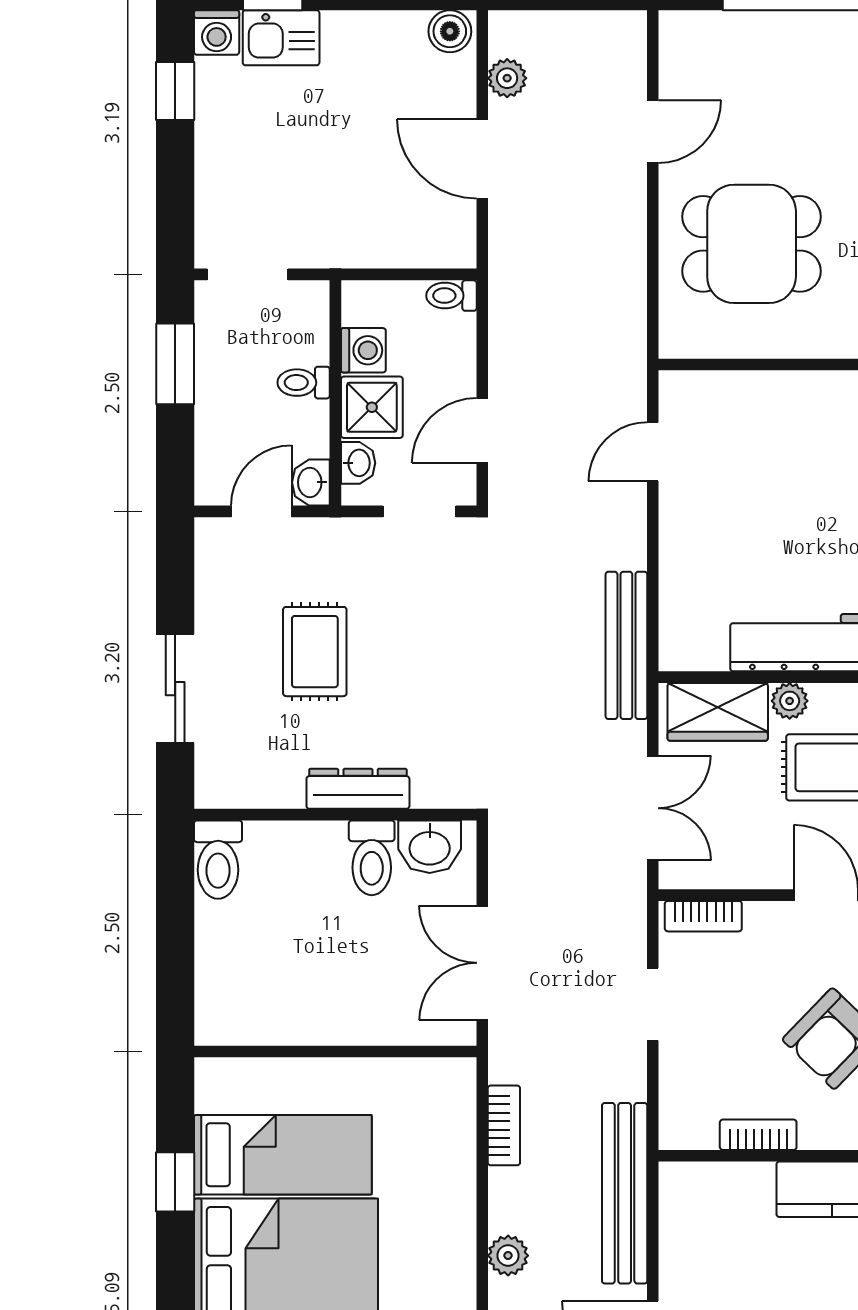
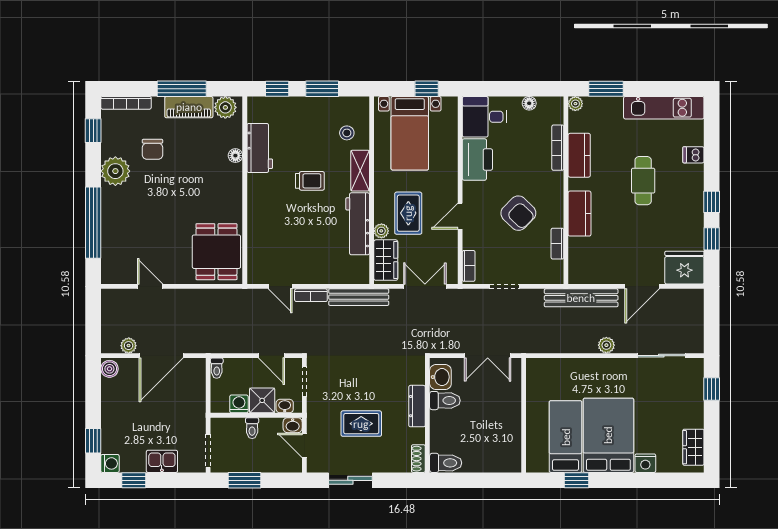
kitchen sink: (281, 38) -> (162, 461), moved, turned -90
door: (482, 159) -> (161, 356), width x1.36
dining table: (752, 244) -> (216, 252), moved
sliding door: (175, 689) -> (350, 480), moved
shoe rack: (229, 792) -> (418, 459), added
bookcase: (504, 1125) -> (311, 295), moved, turned 180

